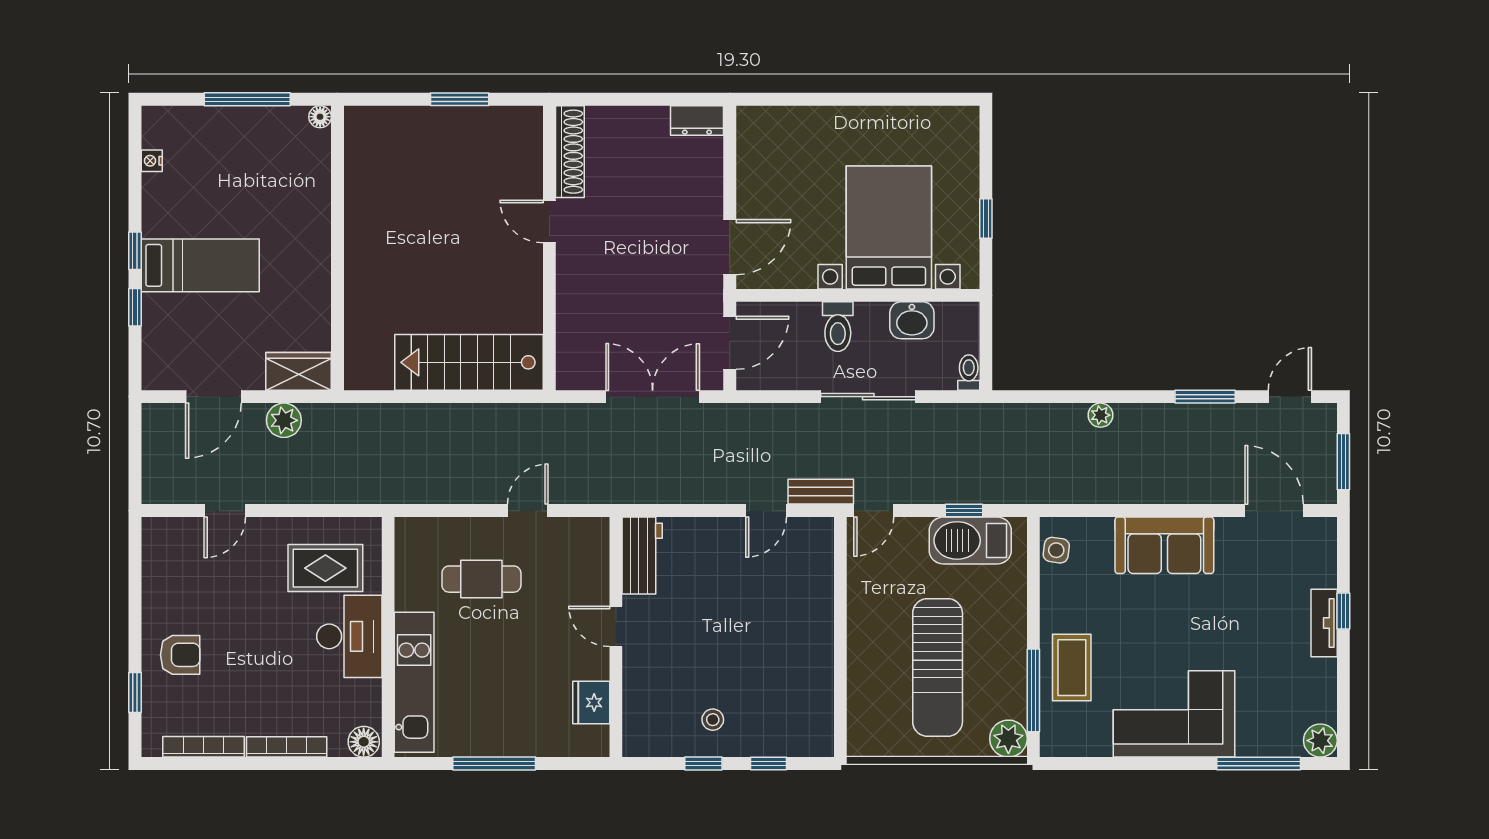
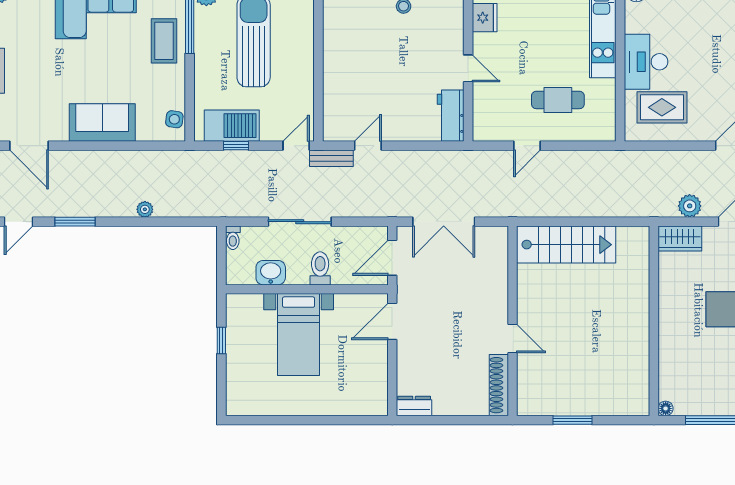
bed with nightstands: (889, 227) -> (299, 335), width x0.73

